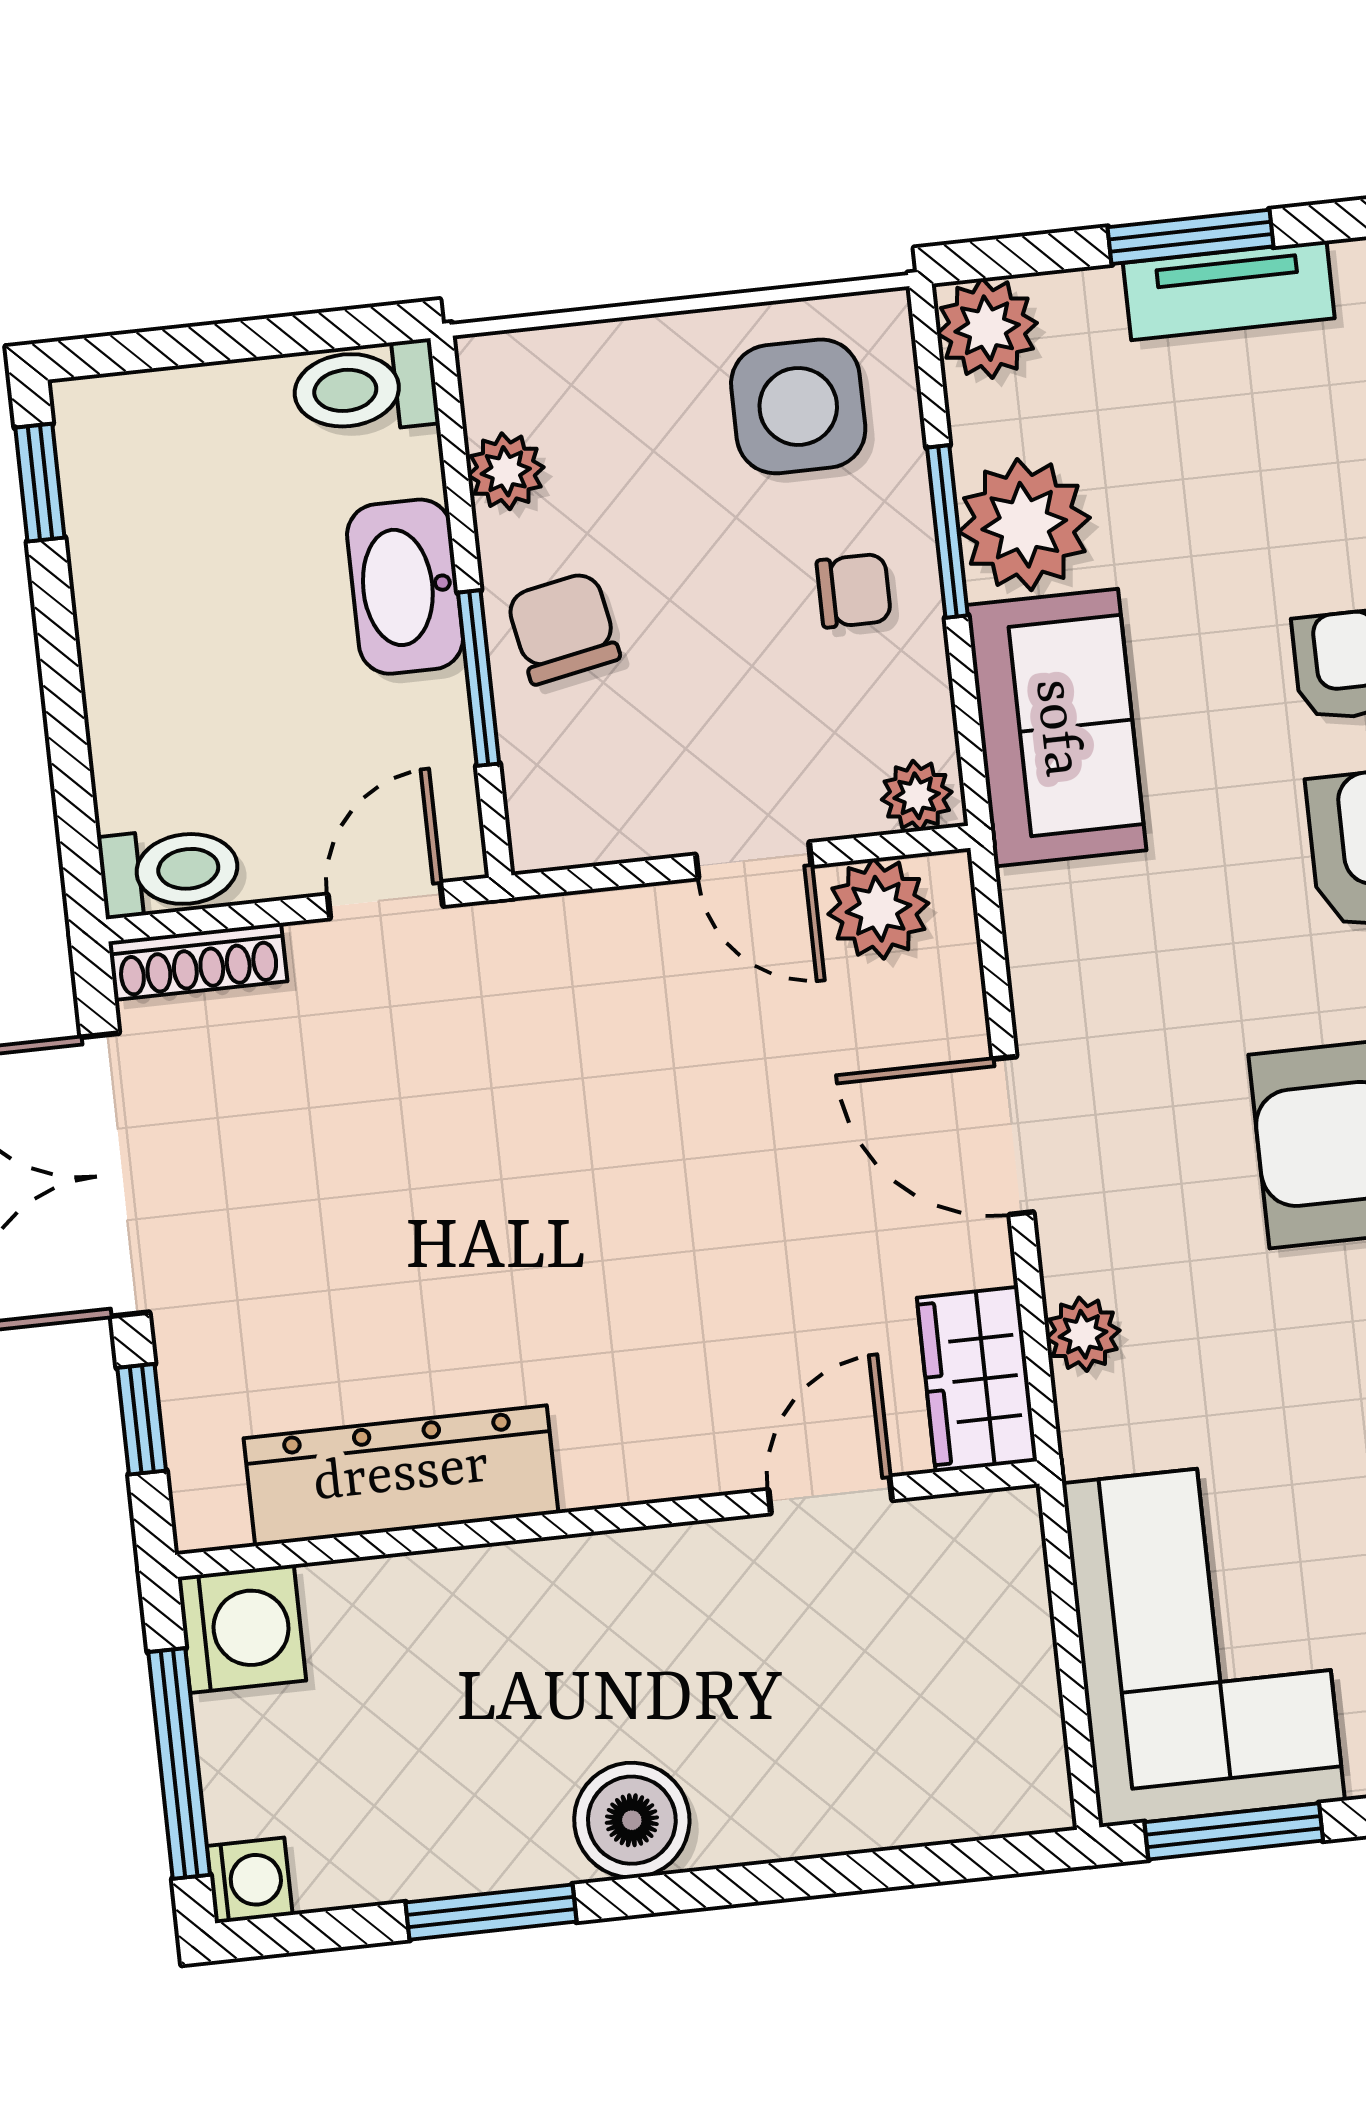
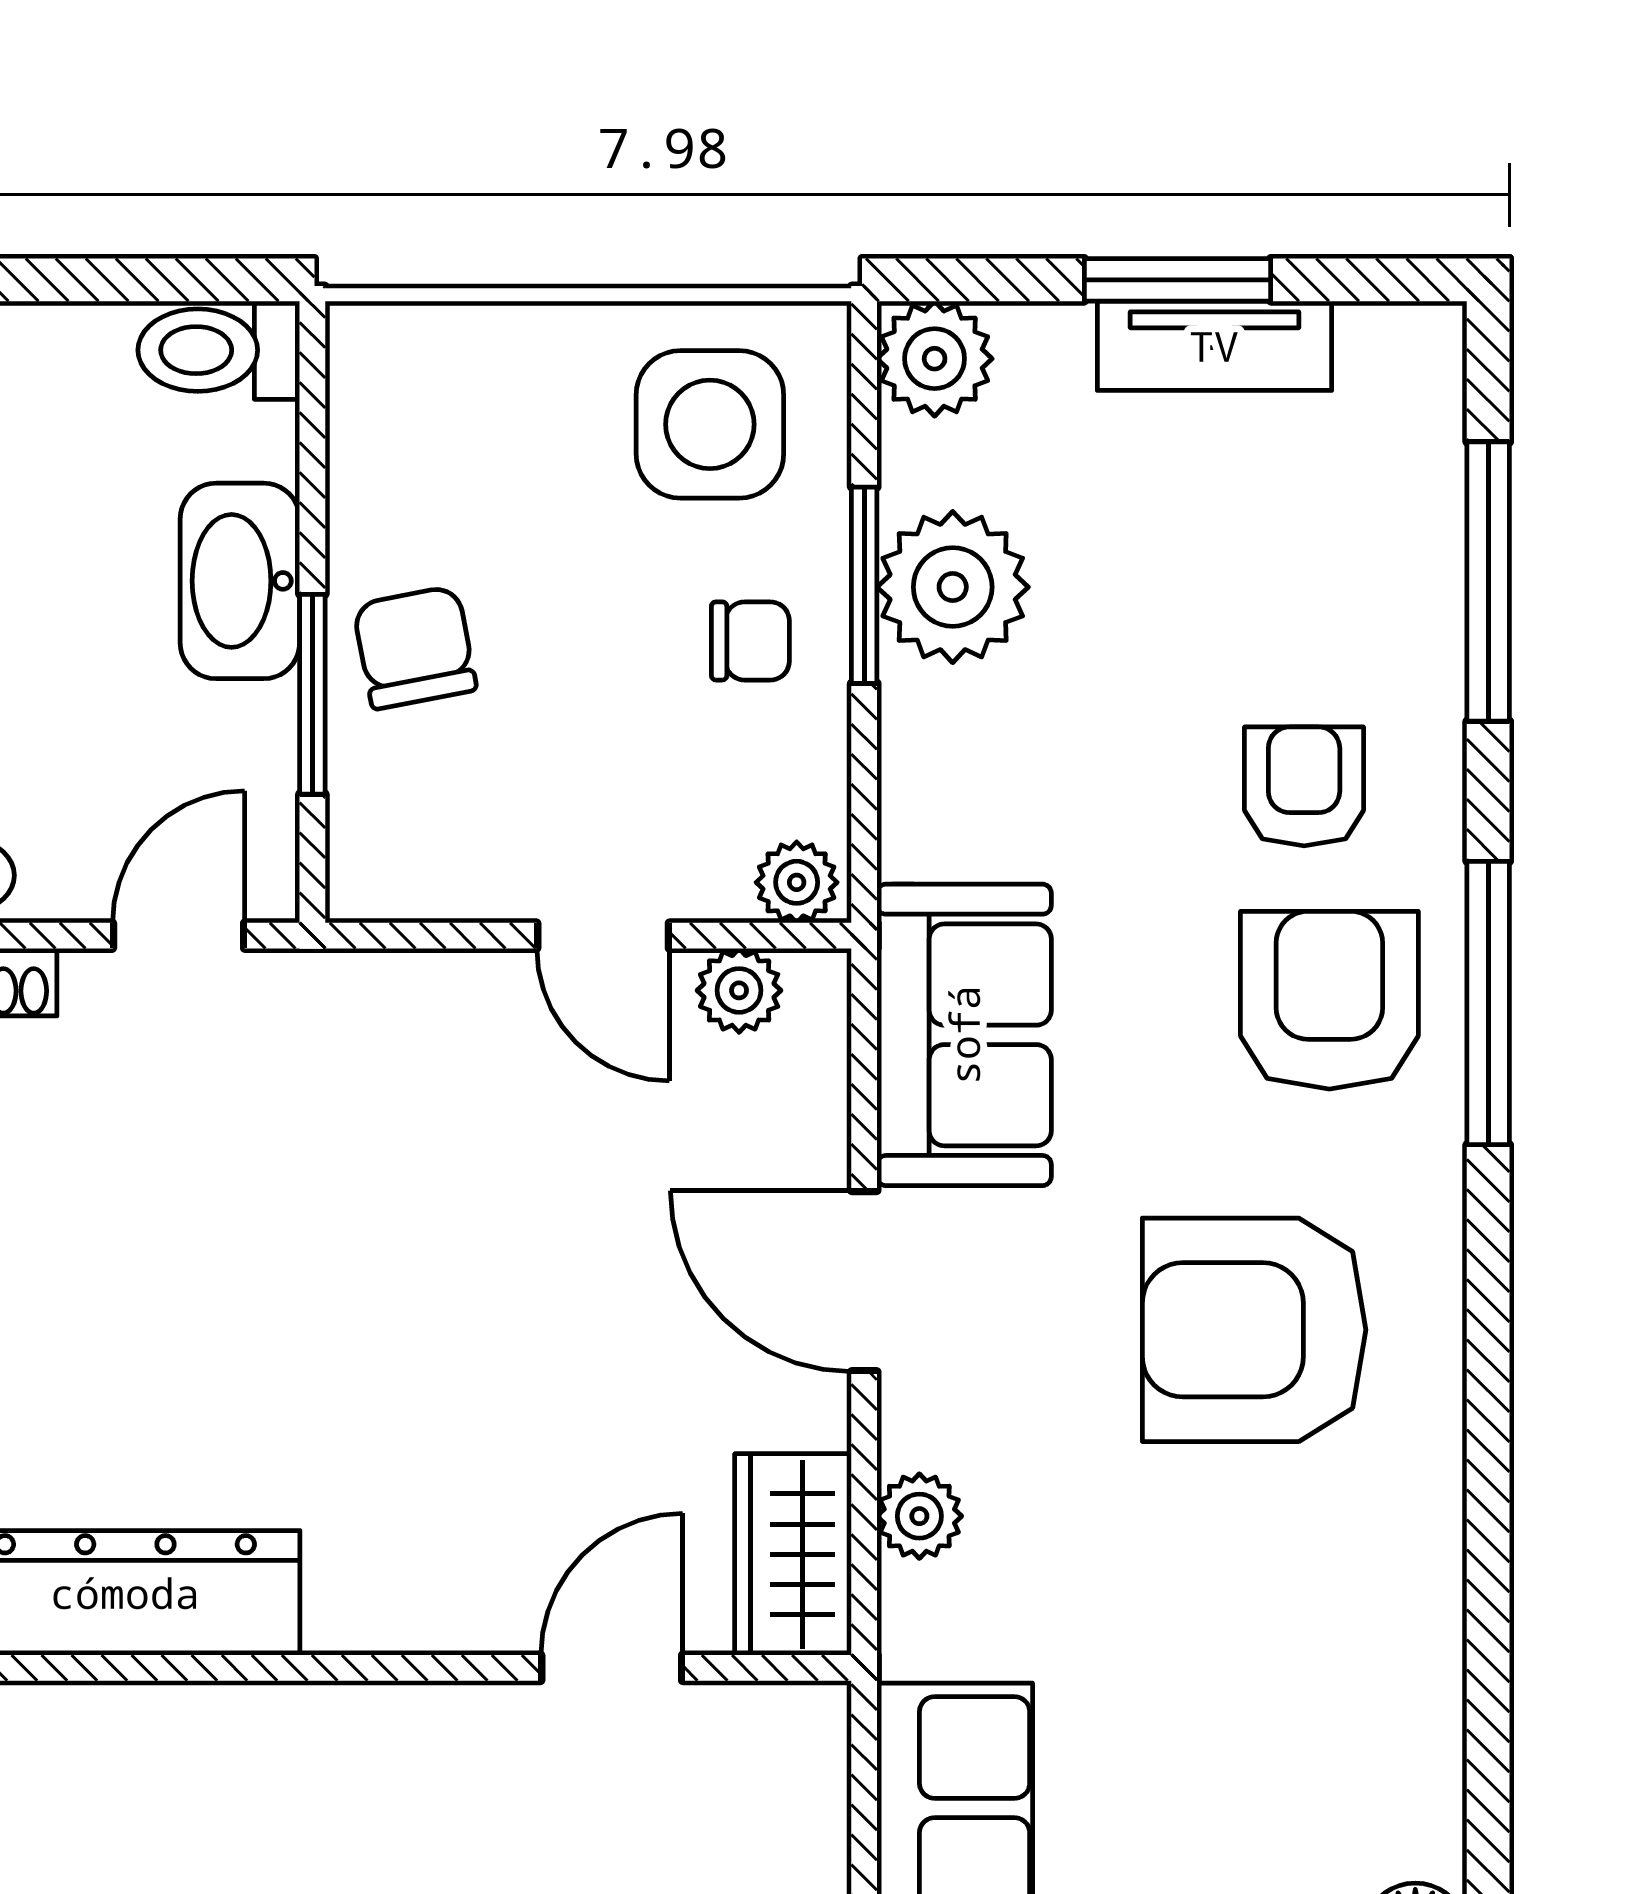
plant: (506, 471) -> (369, 462), removed
sofa: (1056, 728) -> (964, 1035), moved
plant: (878, 909) -> (739, 990), width x0.73, depth x0.73

